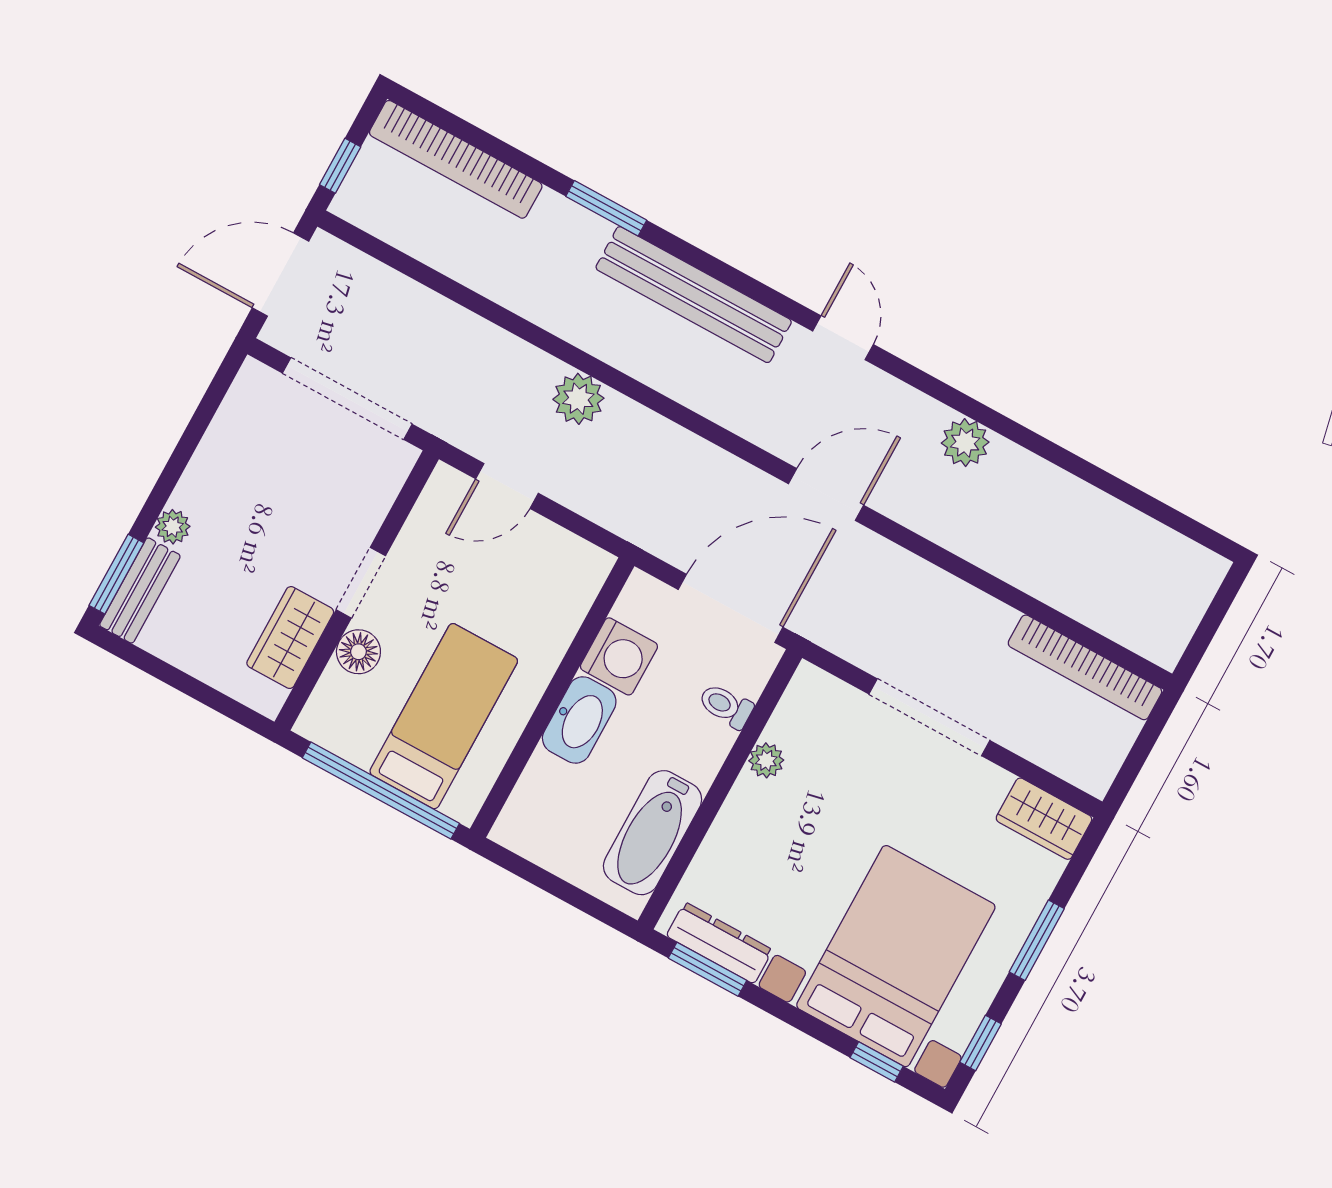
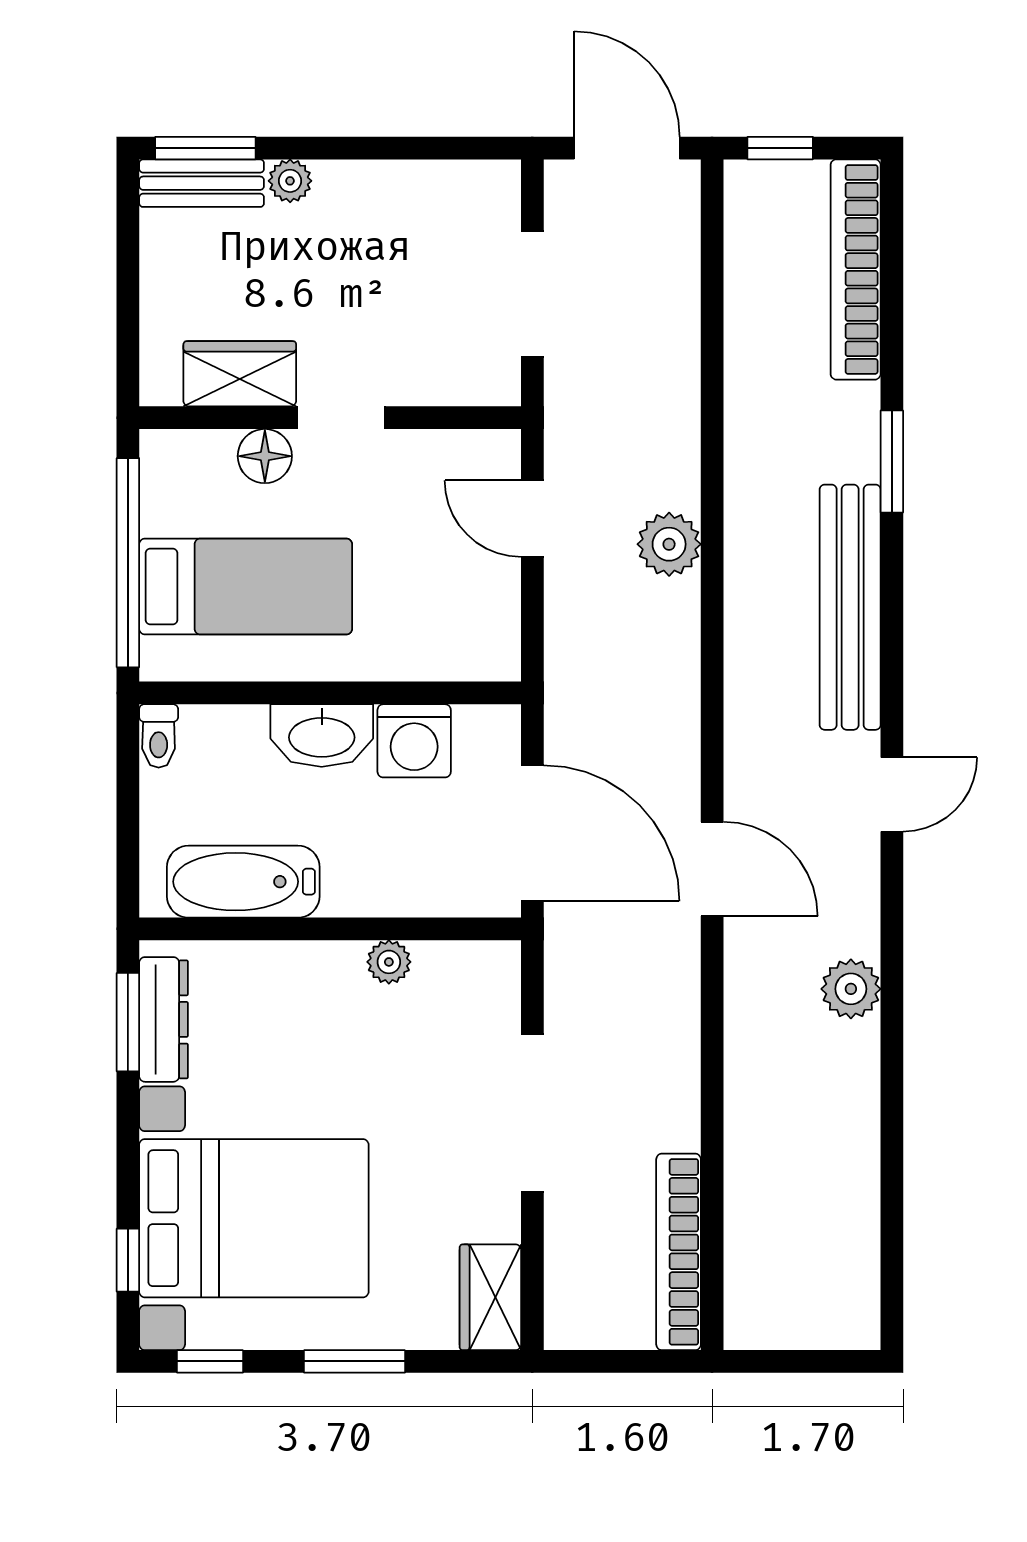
doorway: (347, 399) -> (532, 294), width x0.73
toilet: (726, 706) -> (159, 736), moved, turned 180

